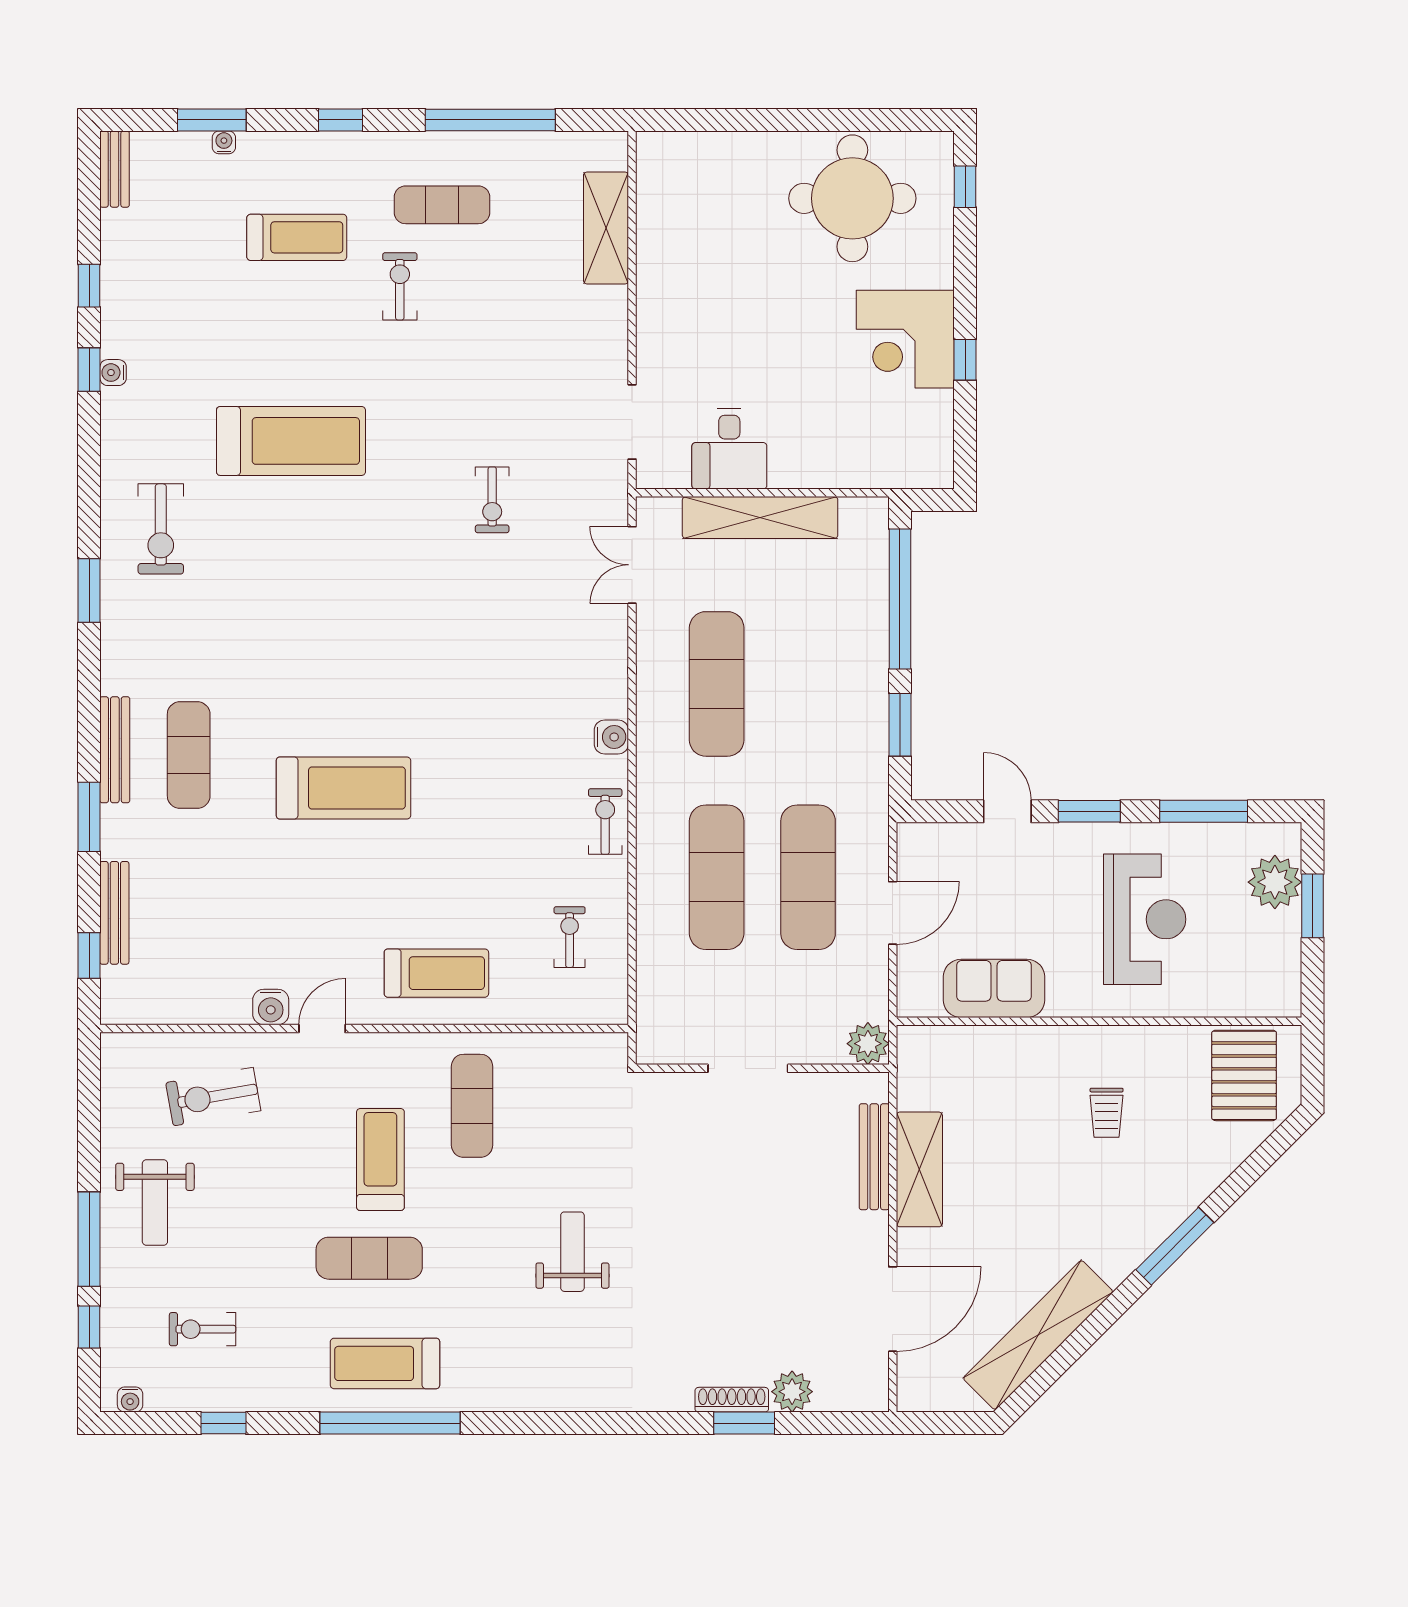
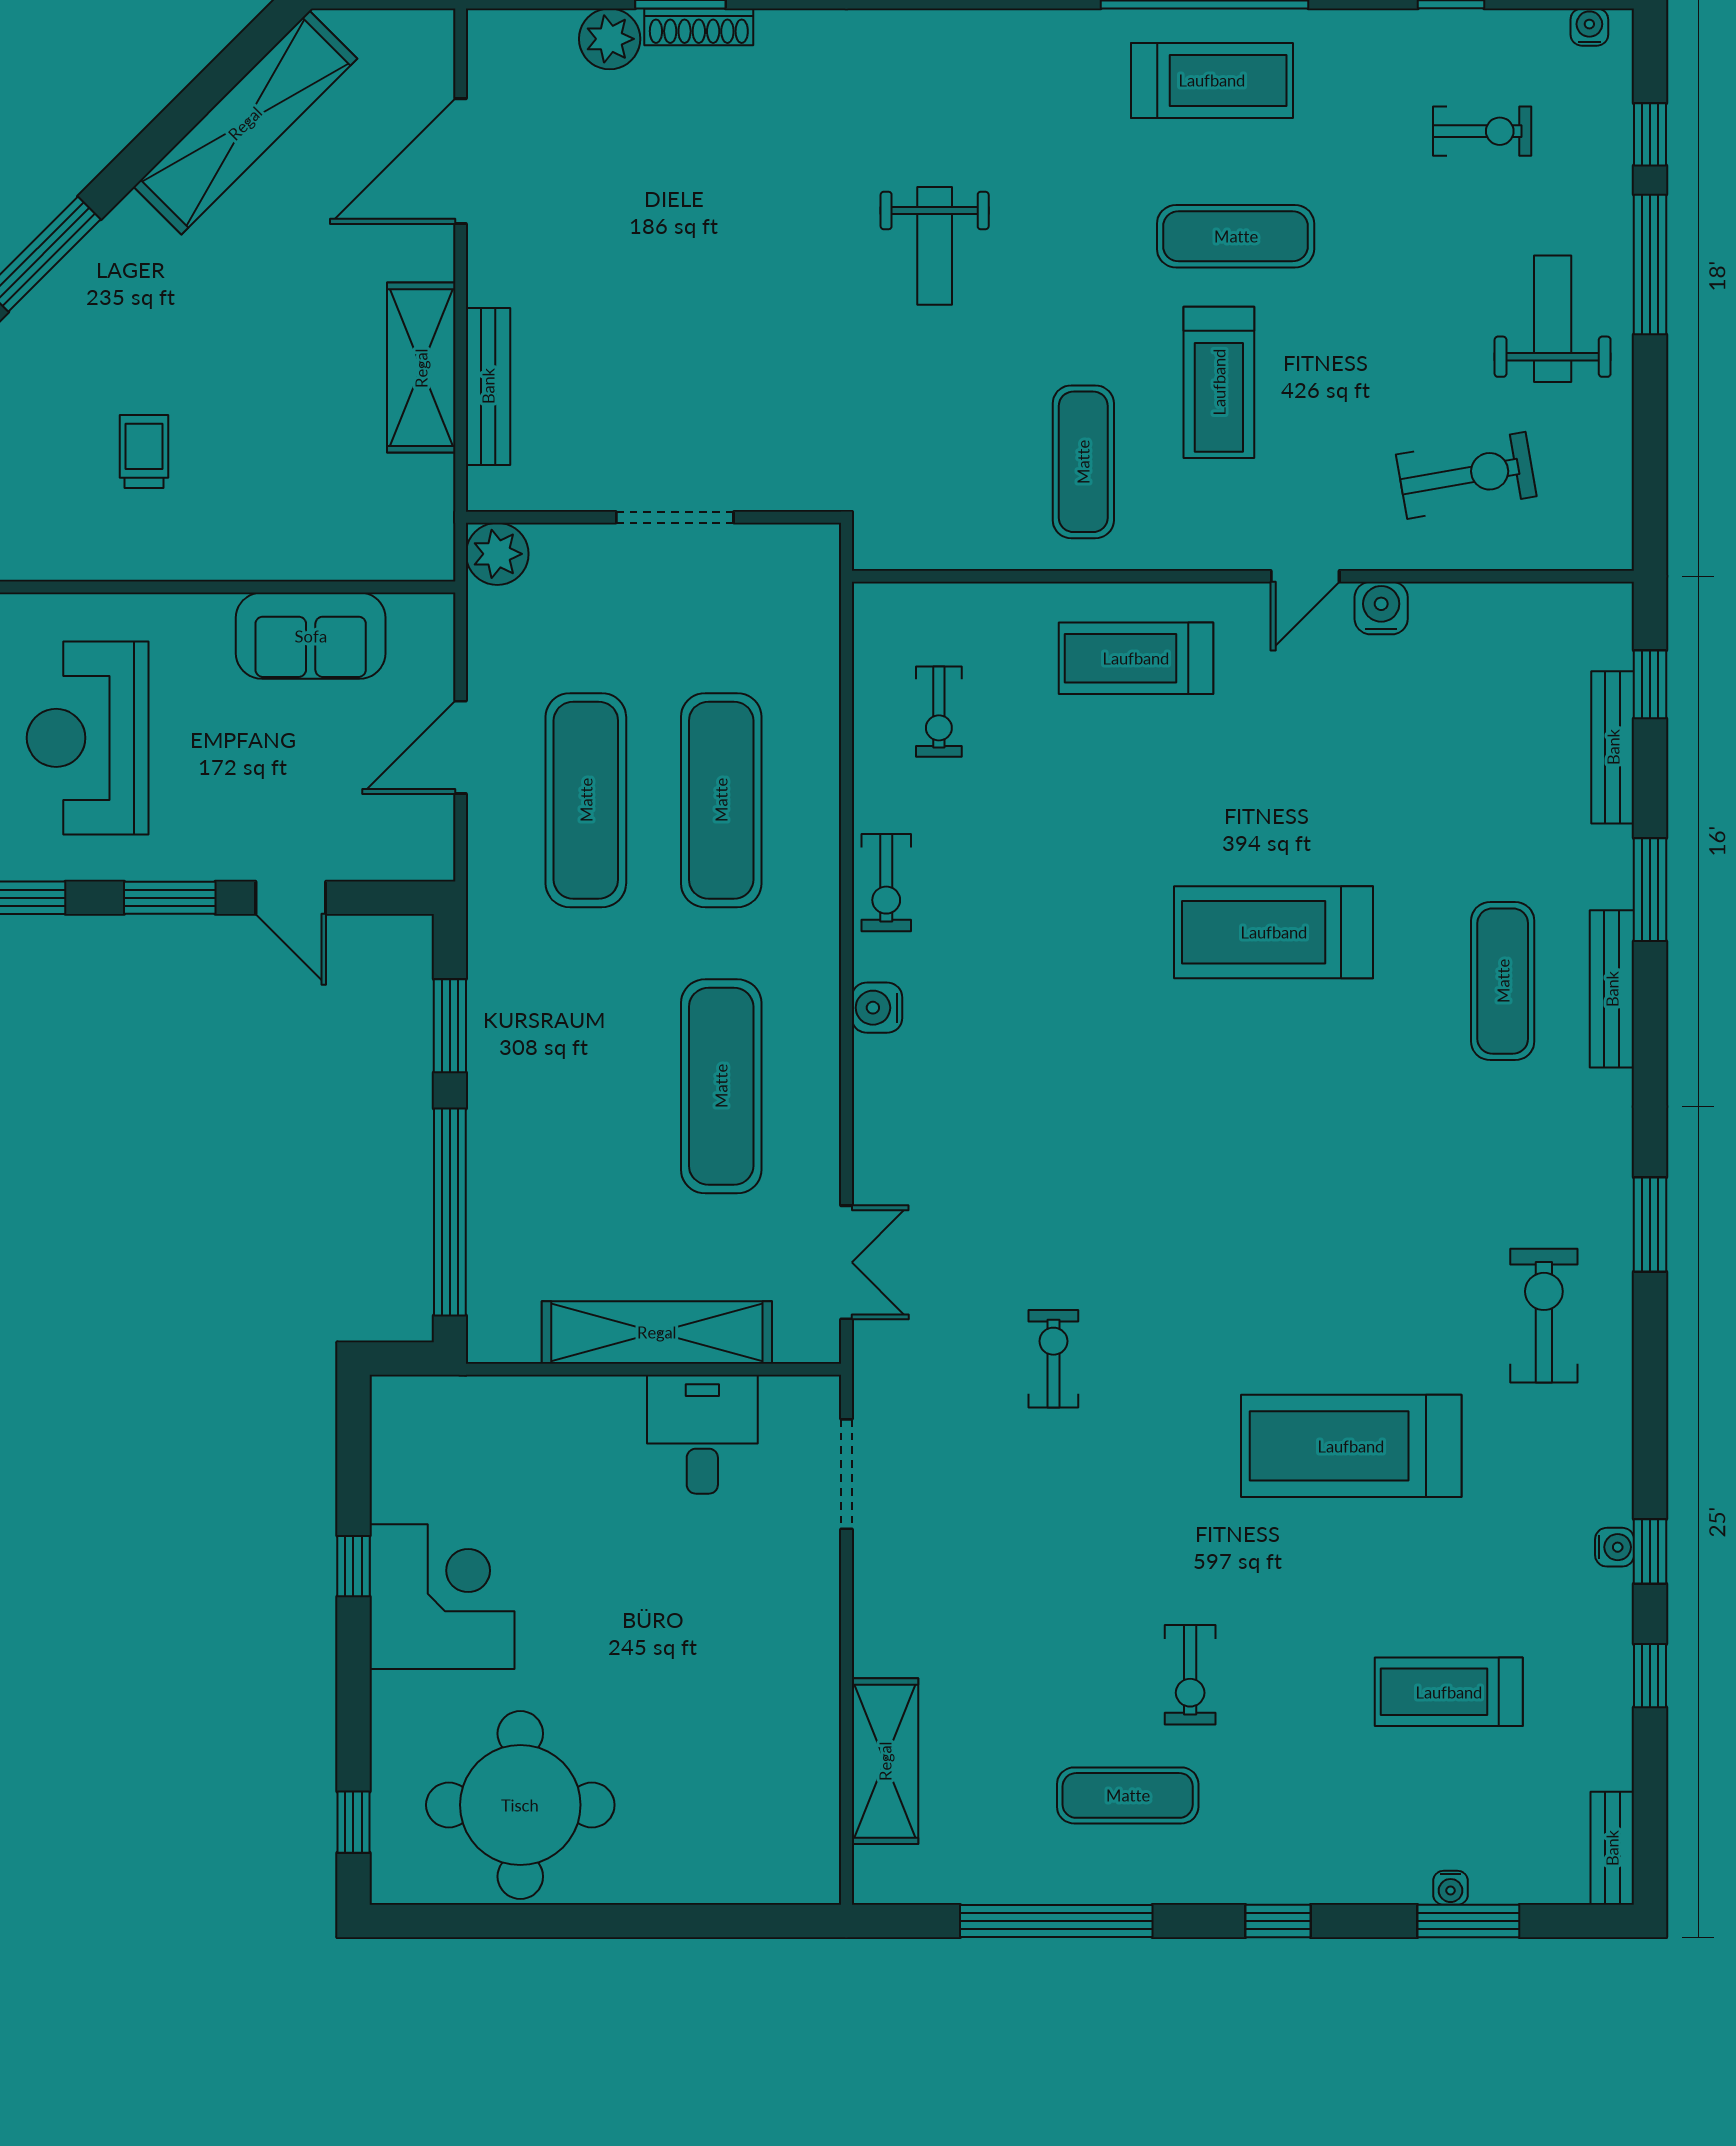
treadmill: (297, 237) -> (1449, 1692), moved

